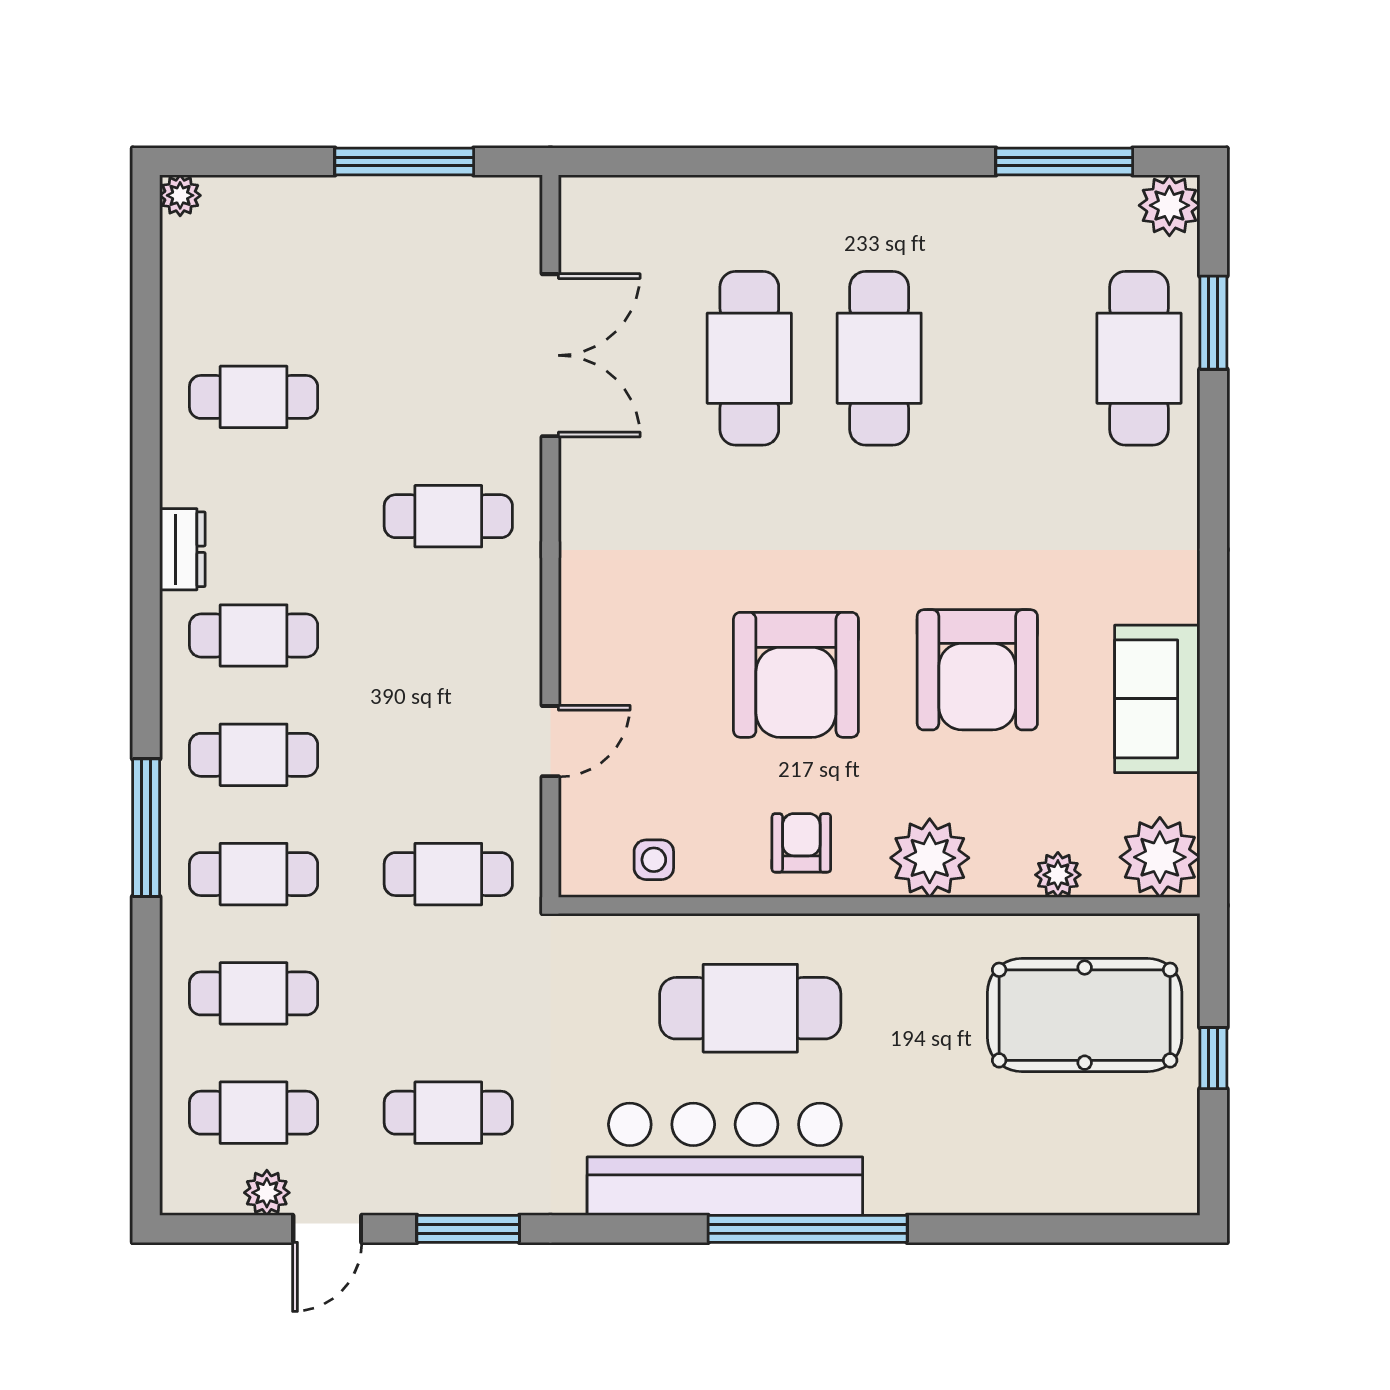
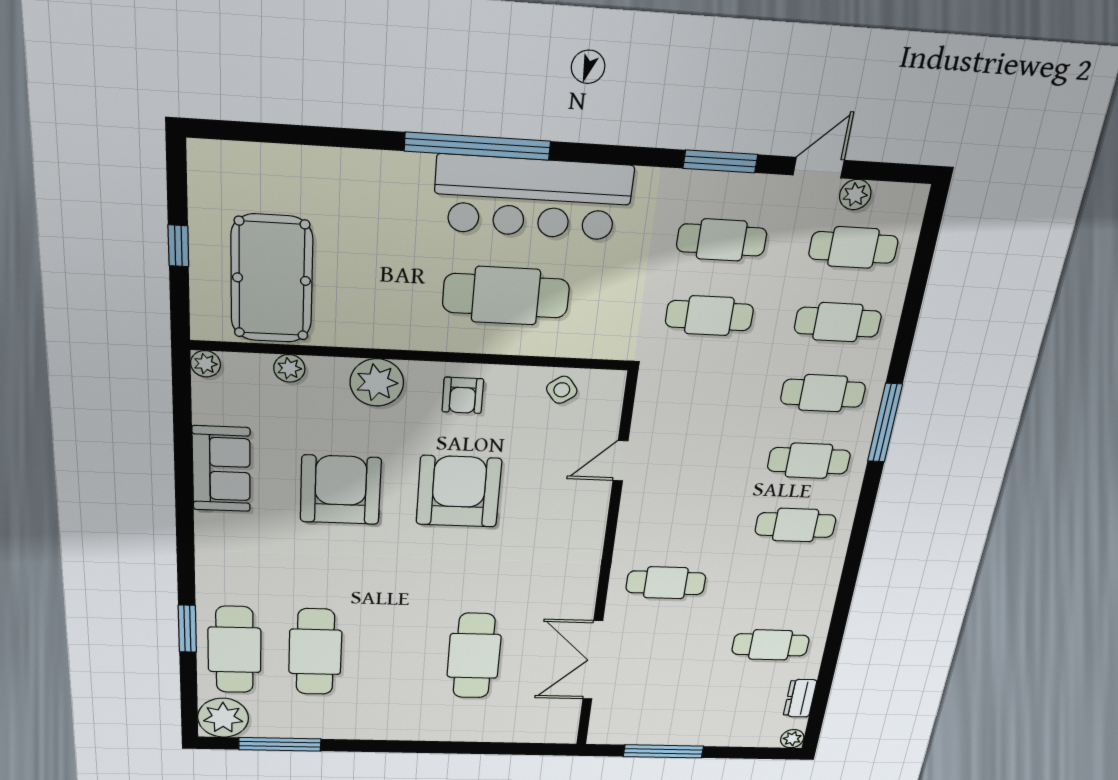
plant: (1169, 205) -> (223, 718), width x1.36, depth x1.36
window: (1213, 323) -> (187, 629), moved
cafe table: (879, 358) -> (315, 652), moved
dresser: (182, 549) -> (800, 698), moved
plant: (1160, 857) -> (206, 364), width x0.53, depth x0.53
side table: (654, 860) -> (562, 390), turned -36
cafe table: (448, 874) -> (709, 316), moved
pool table: (1085, 1015) -> (272, 279), turned 90

